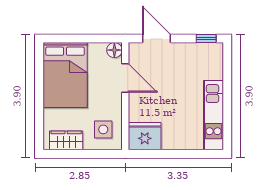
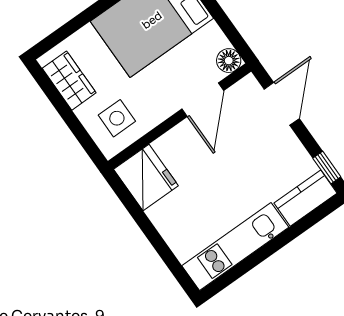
kitchen counter: (214, 61) -> (305, 198), added

